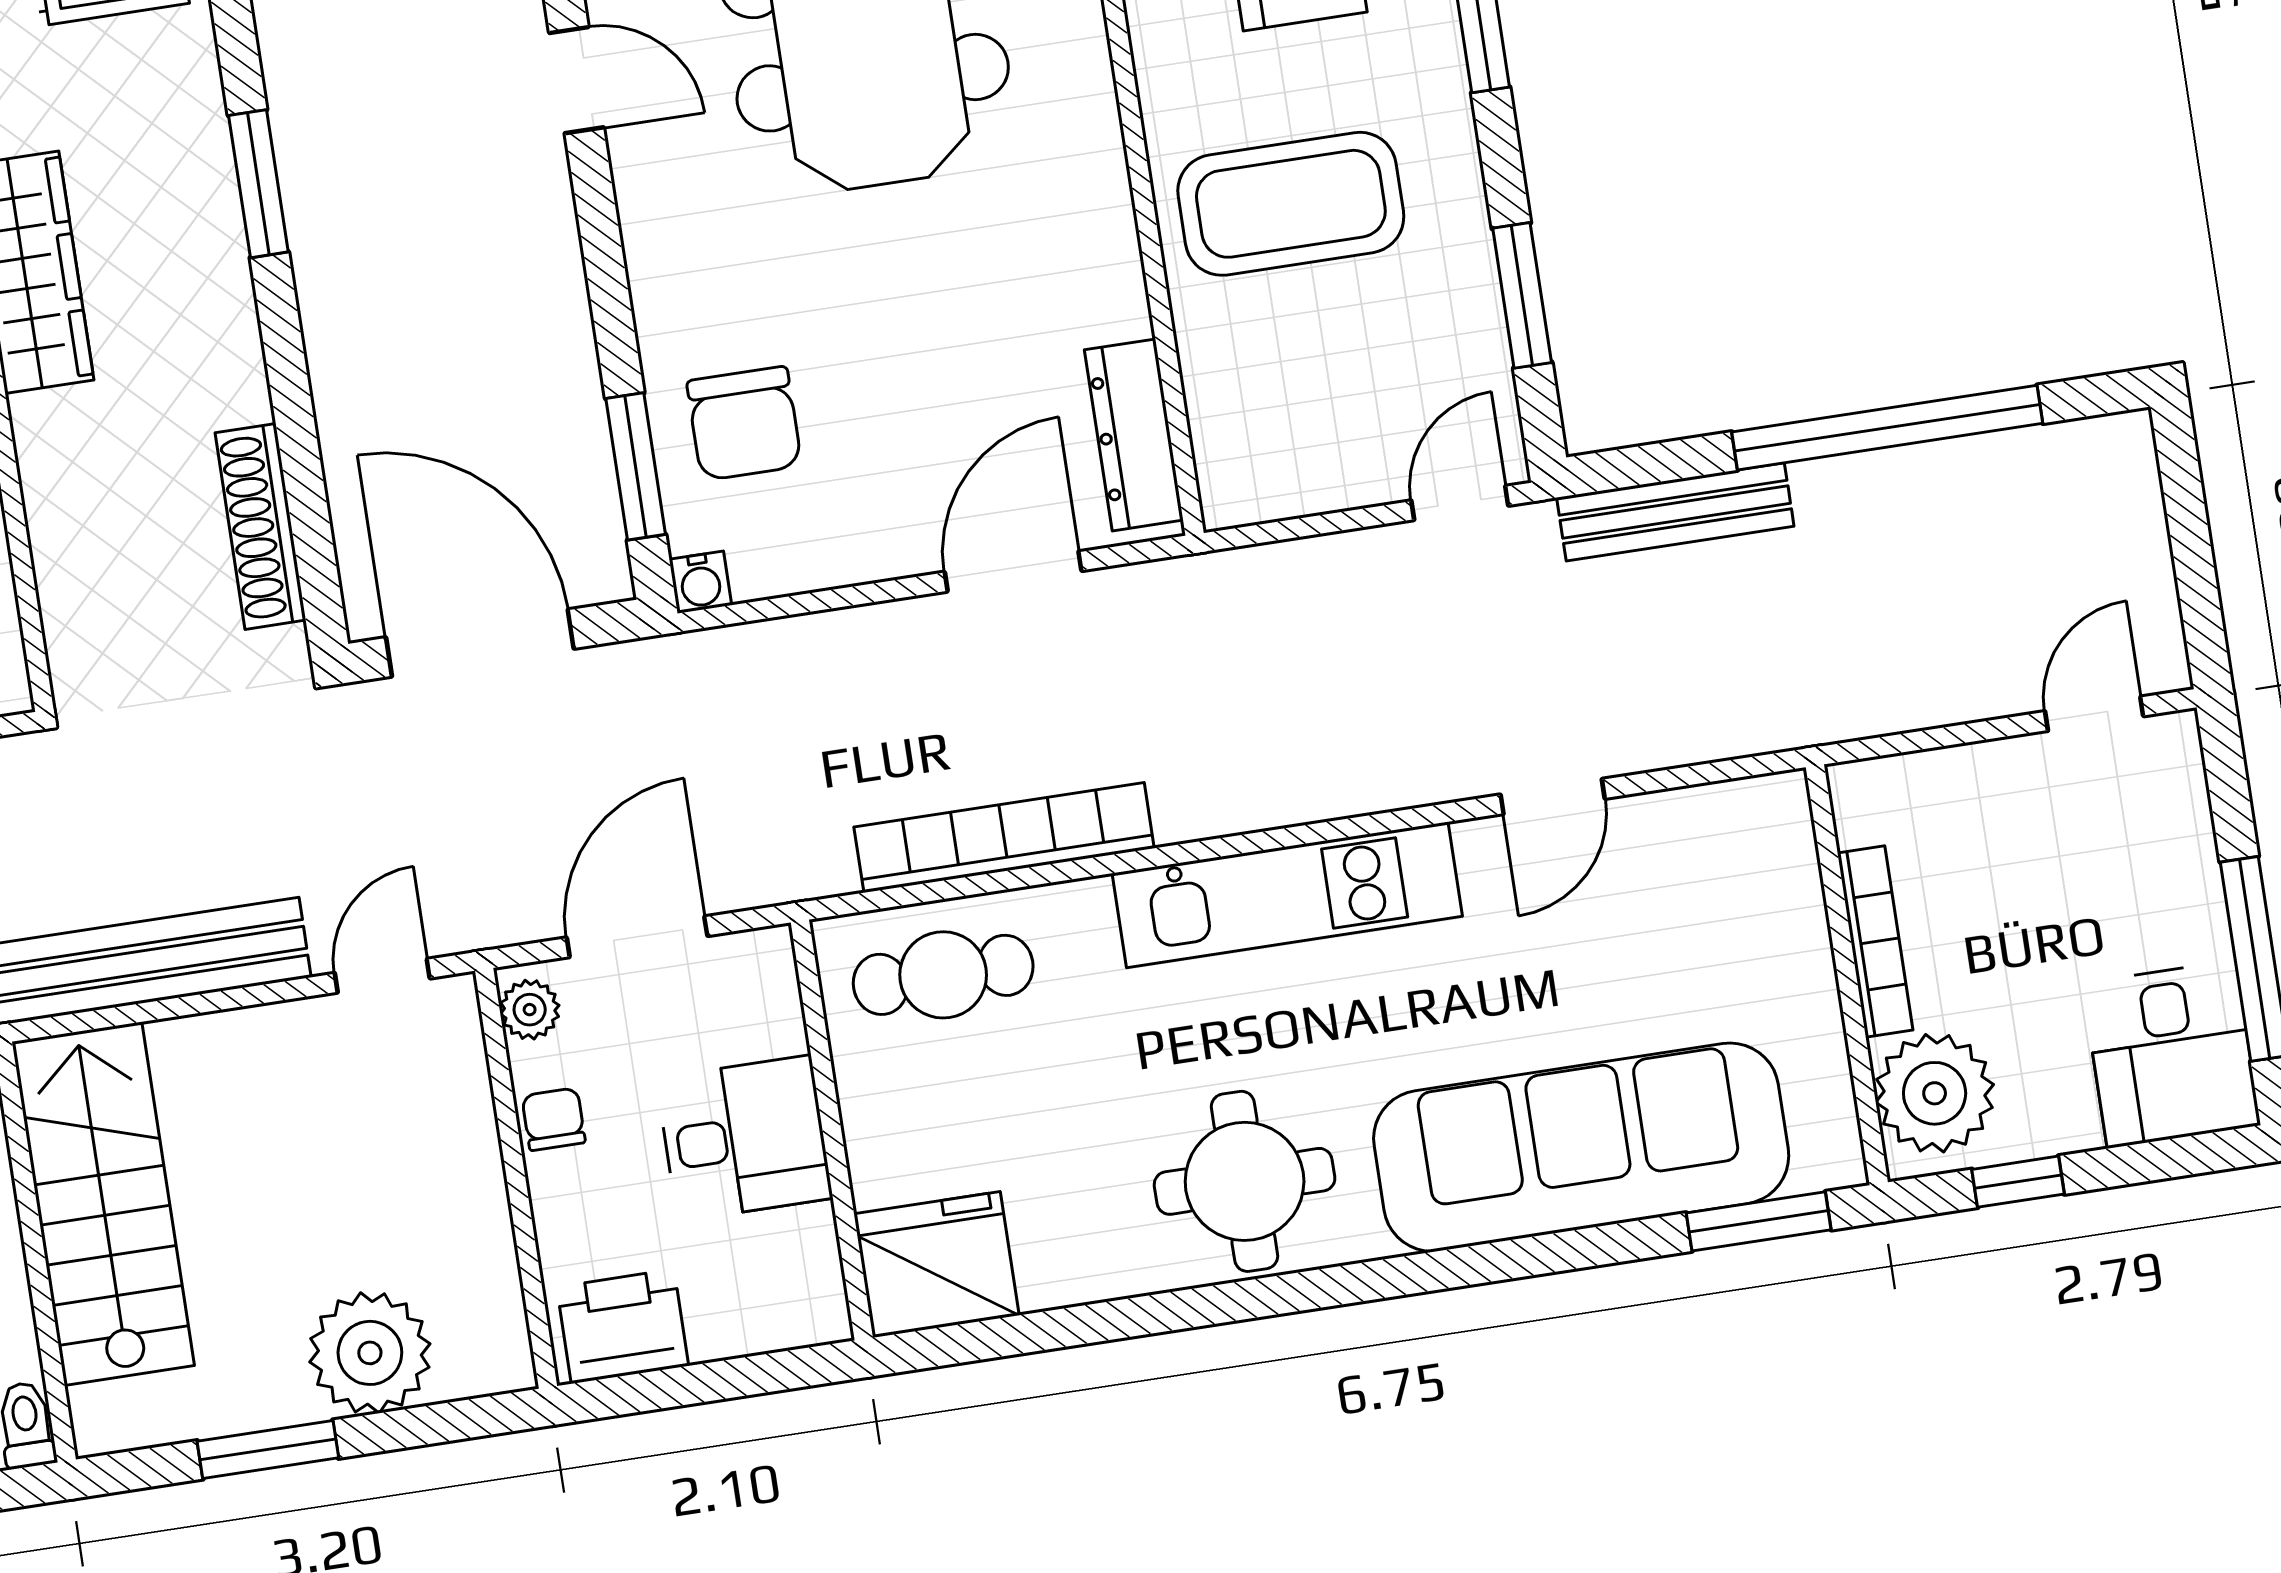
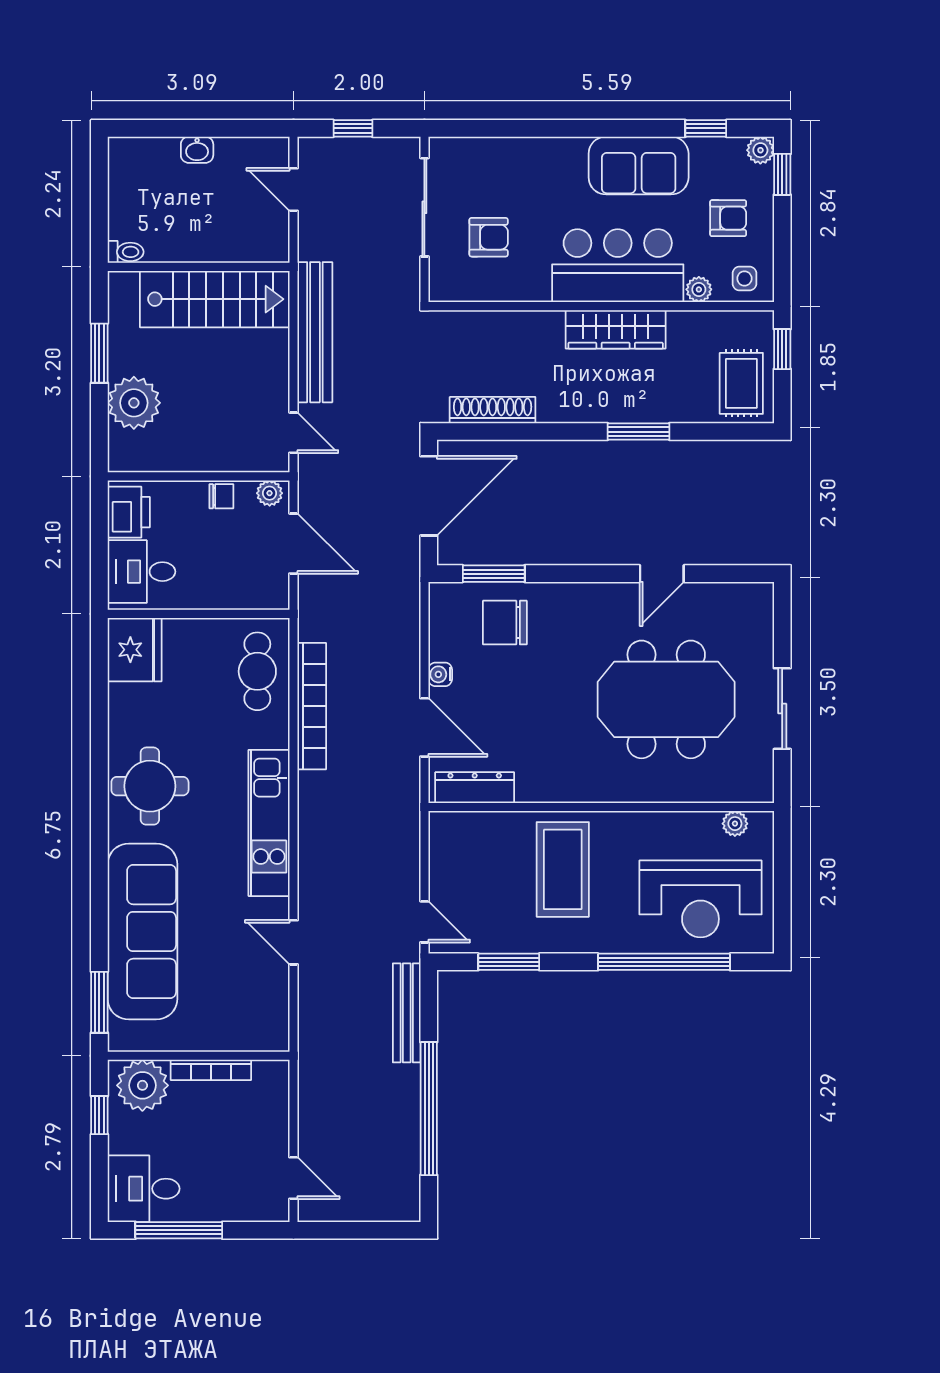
water cooler: (700, 582) -> (440, 674), moved
desk: (744, 1138) -> (141, 572), moved, turned 90

